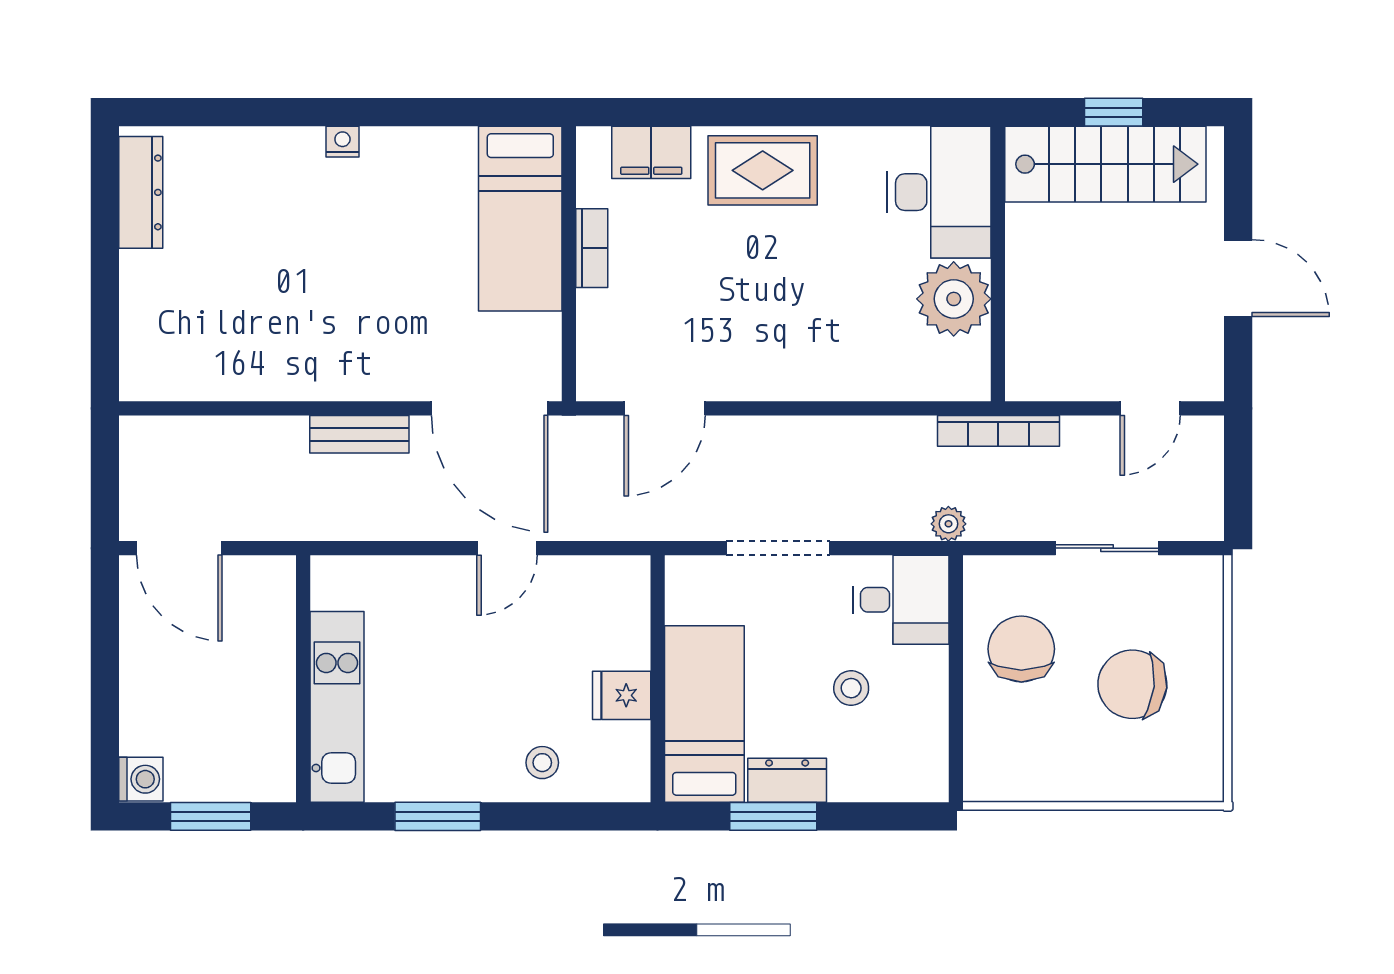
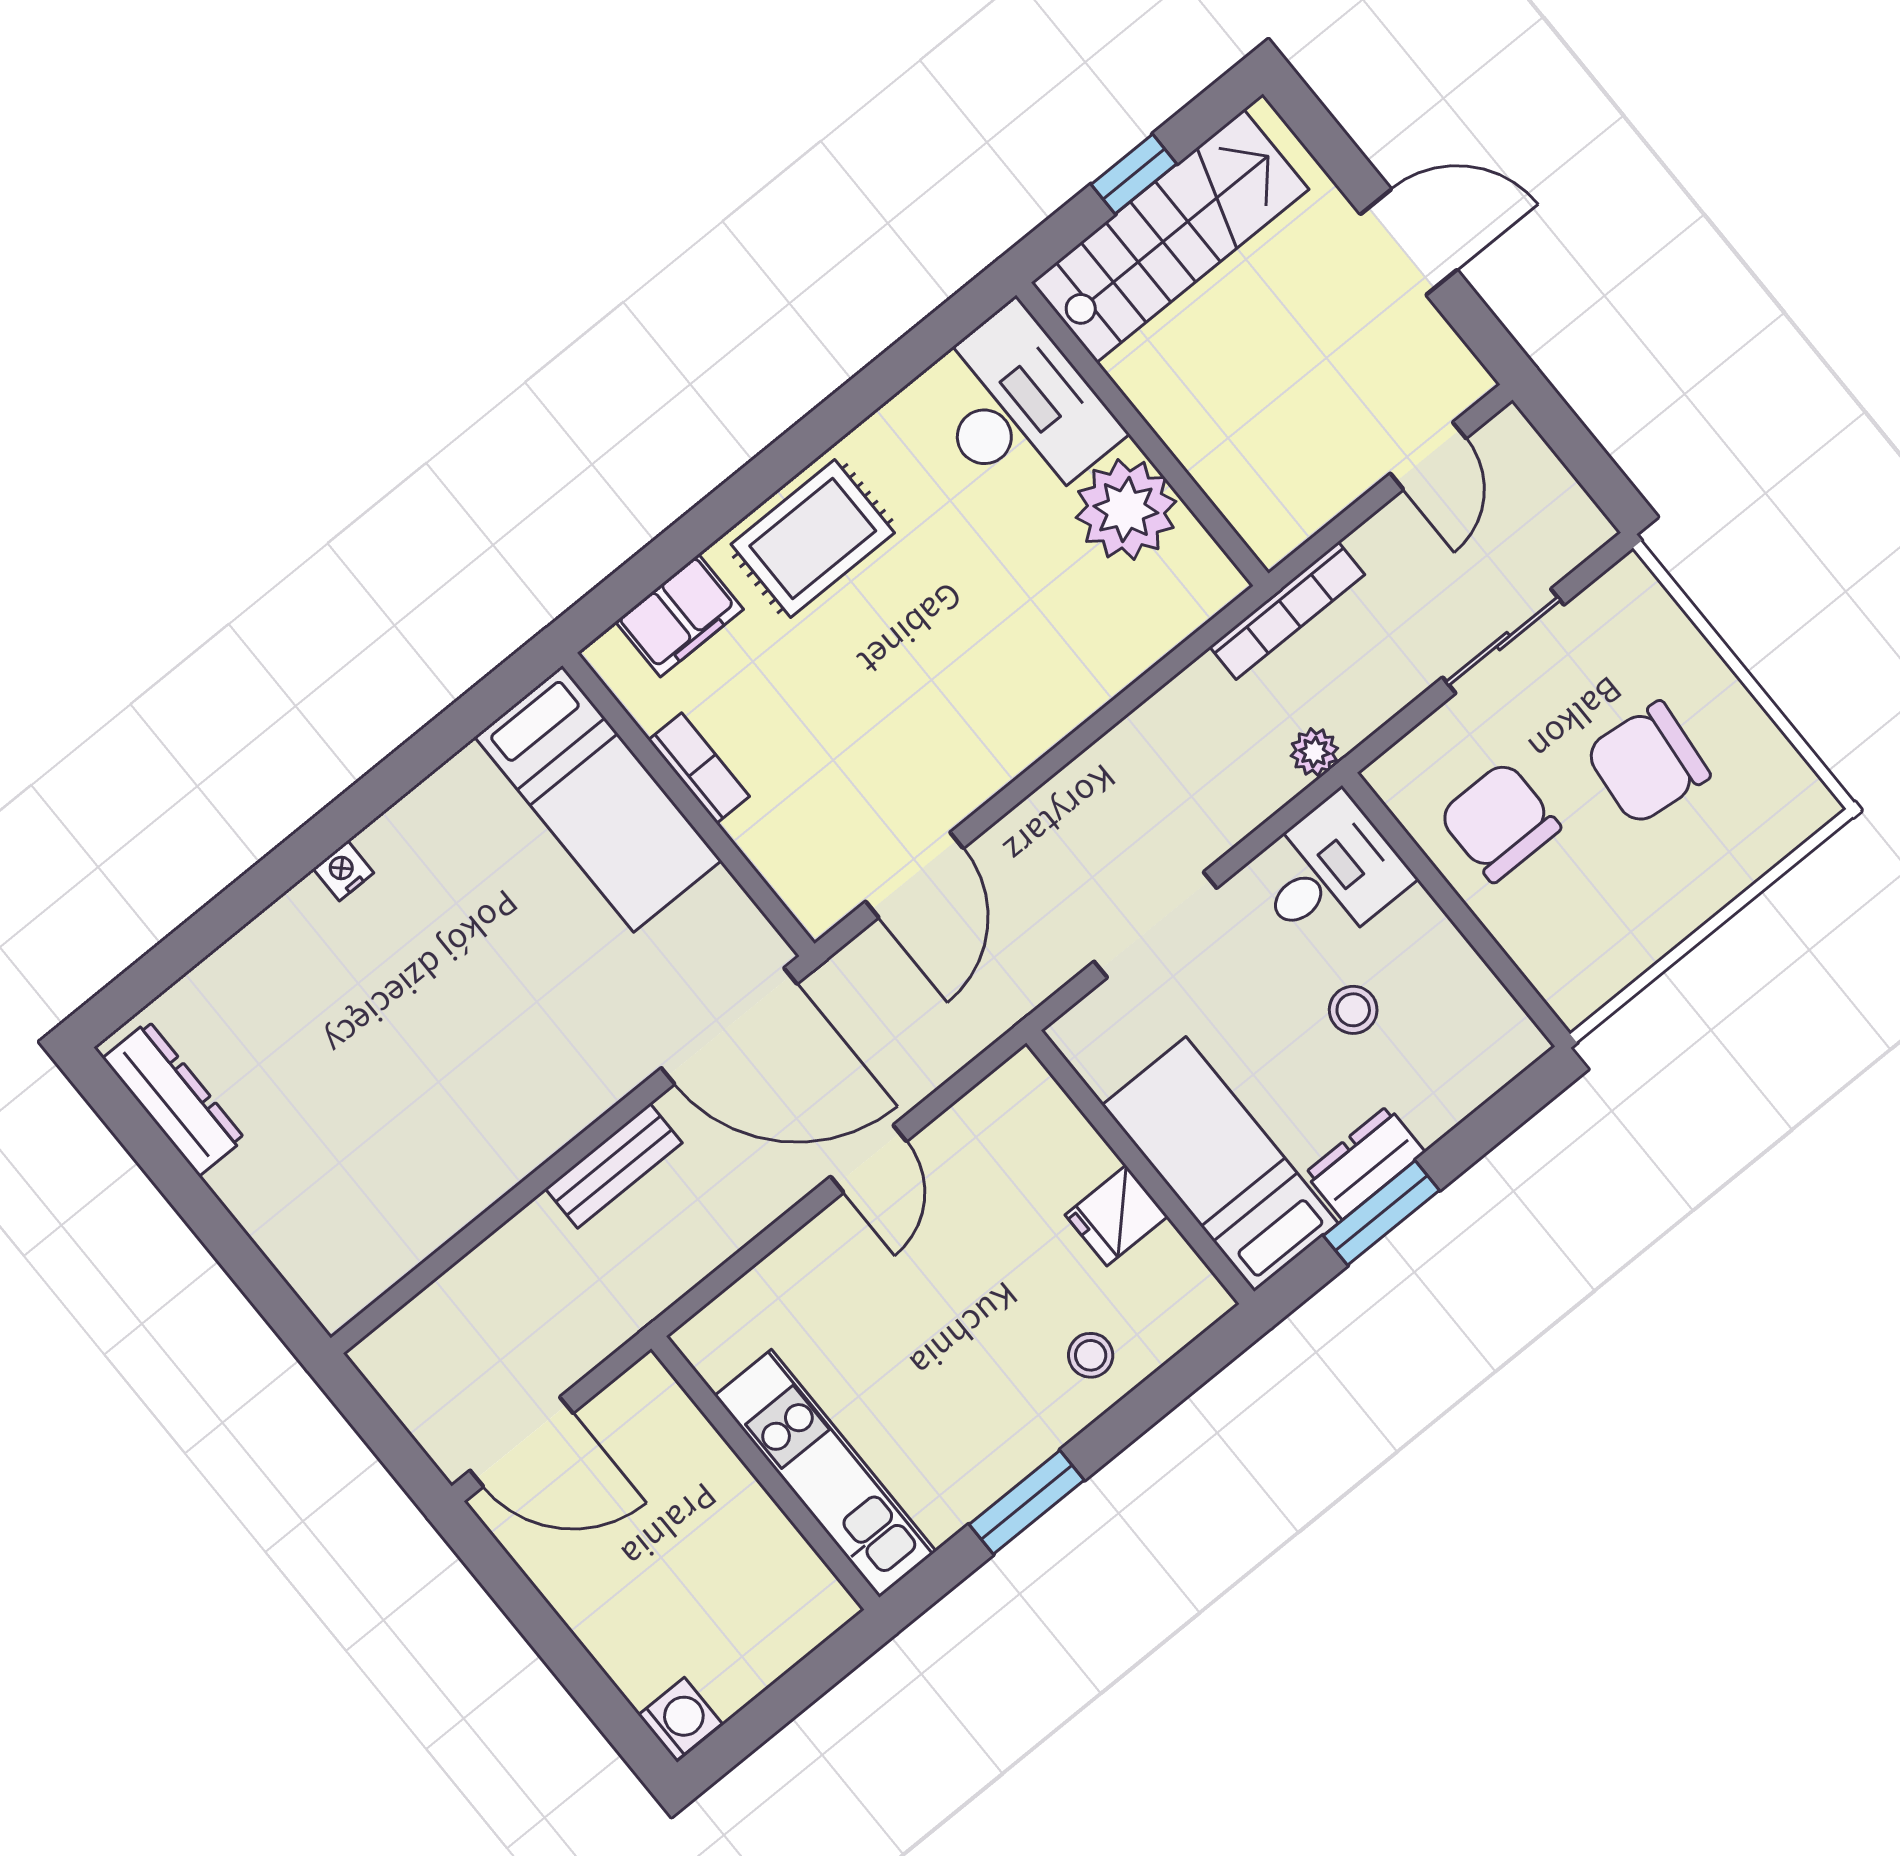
window: (211, 816) -> (786, 1698), removed

